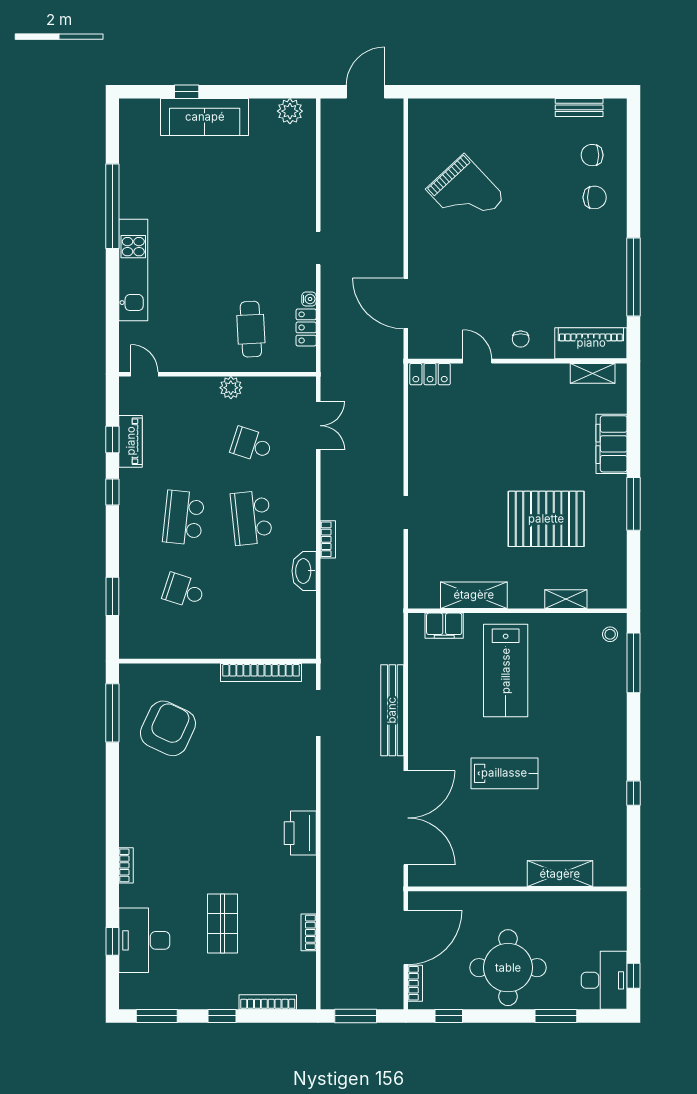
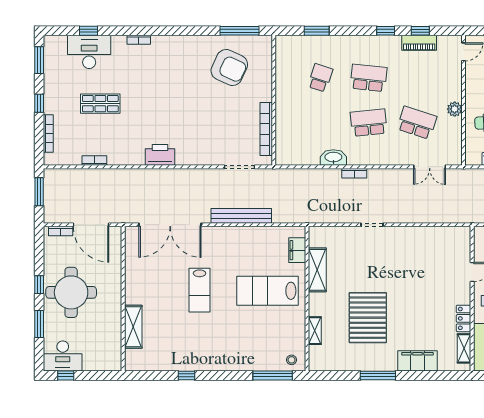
locker: (430, 374) -> (464, 318), moved
school desk: (251, 445) -> (417, 123), width x1.85
window: (449, 1016) -> (39, 285), moved

